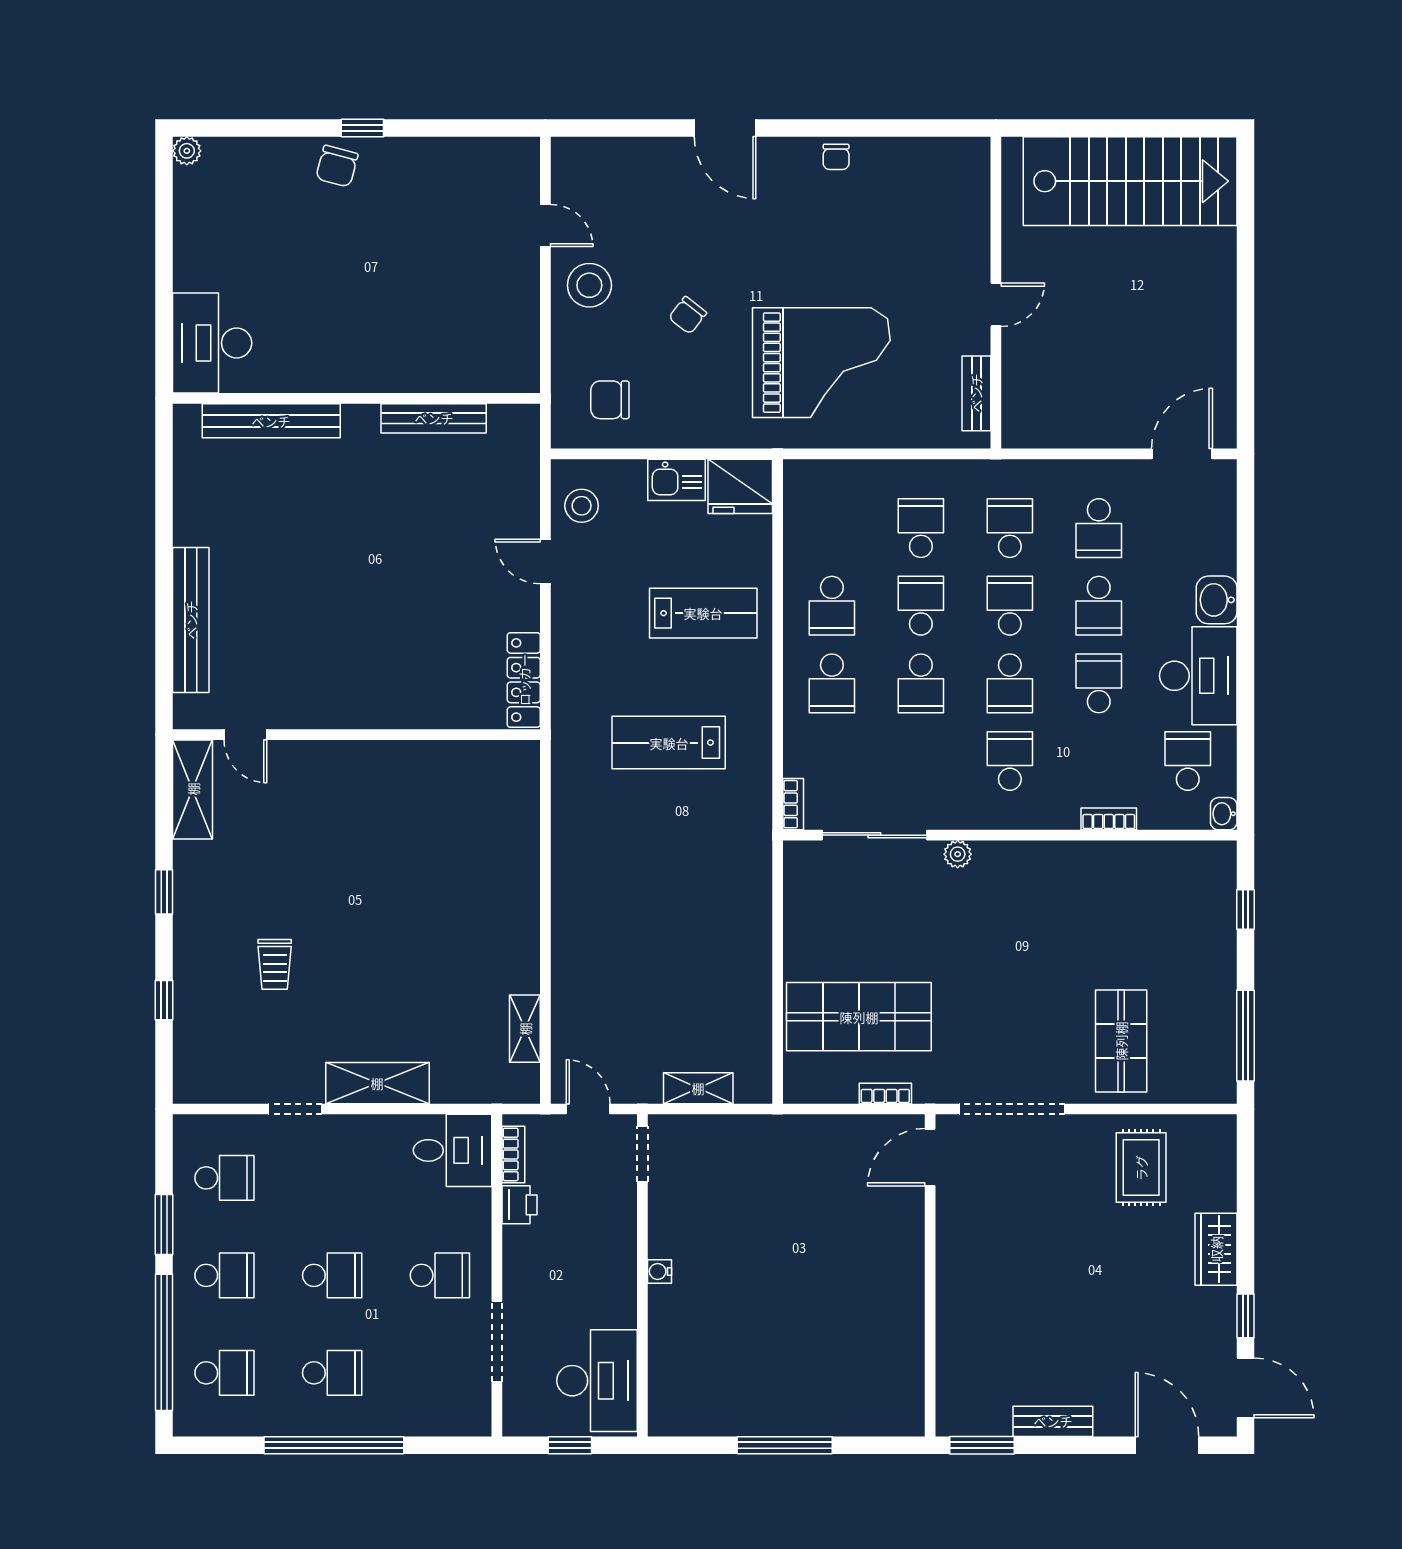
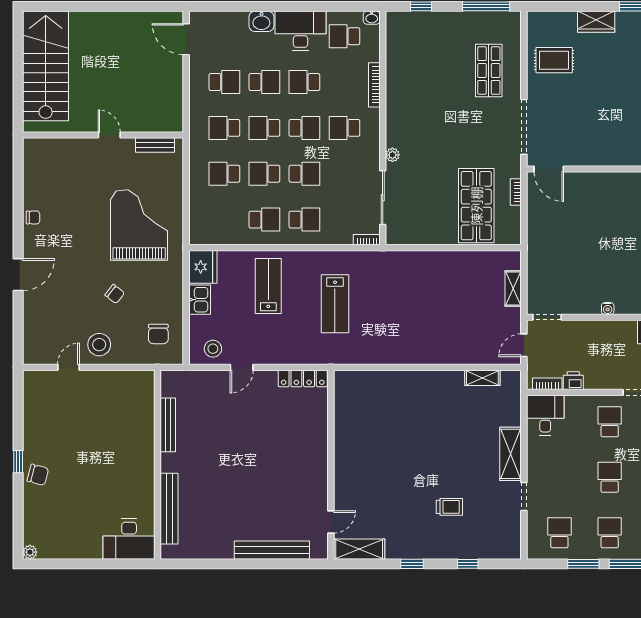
bookcase: (1109, 819) -> (374, 85), width x1.56
shop shelf: (1121, 1041) -> (489, 71), turned 90

